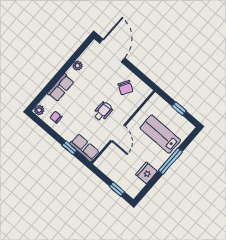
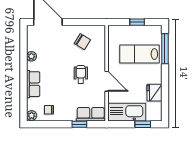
window: (170, 161) -> (165, 49), moved
kitchen sink: (113, 169) -> (127, 112), added

